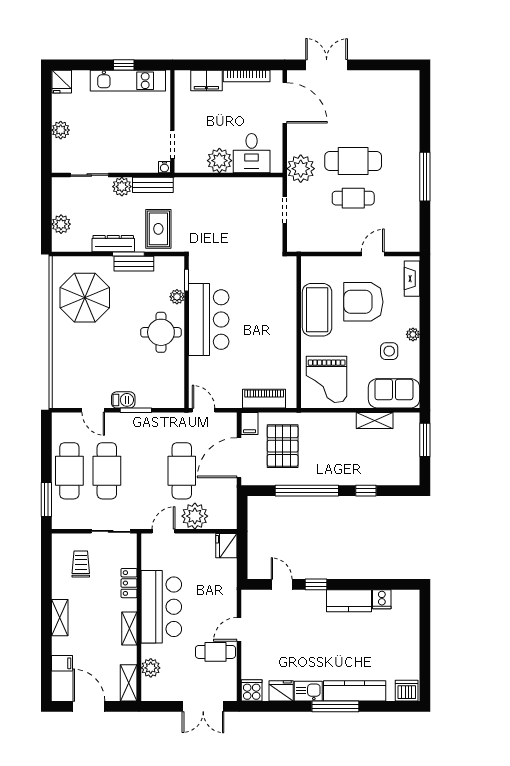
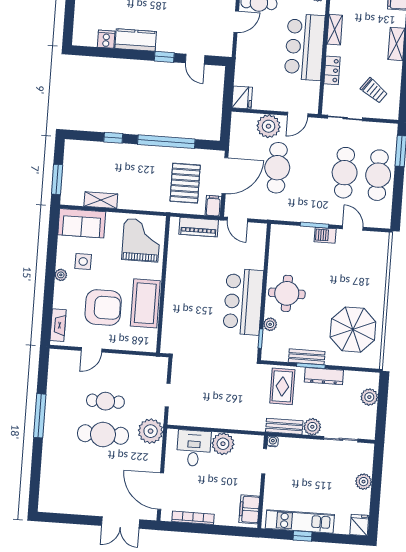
filing cabinet: (206, 80) -> (249, 509), moved, turned -90
door: (204, 410) -> (237, 219), moved
trolley: (81, 564) -> (374, 91), turned -54

